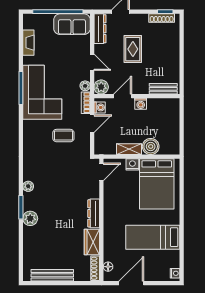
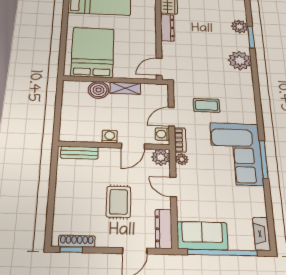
fireplace: (28, 43) -> (262, 234), moved
nightstand: (132, 164) -> (122, 73), removed
plant: (28, 186) -> (240, 61), width x1.87, depth x1.87

